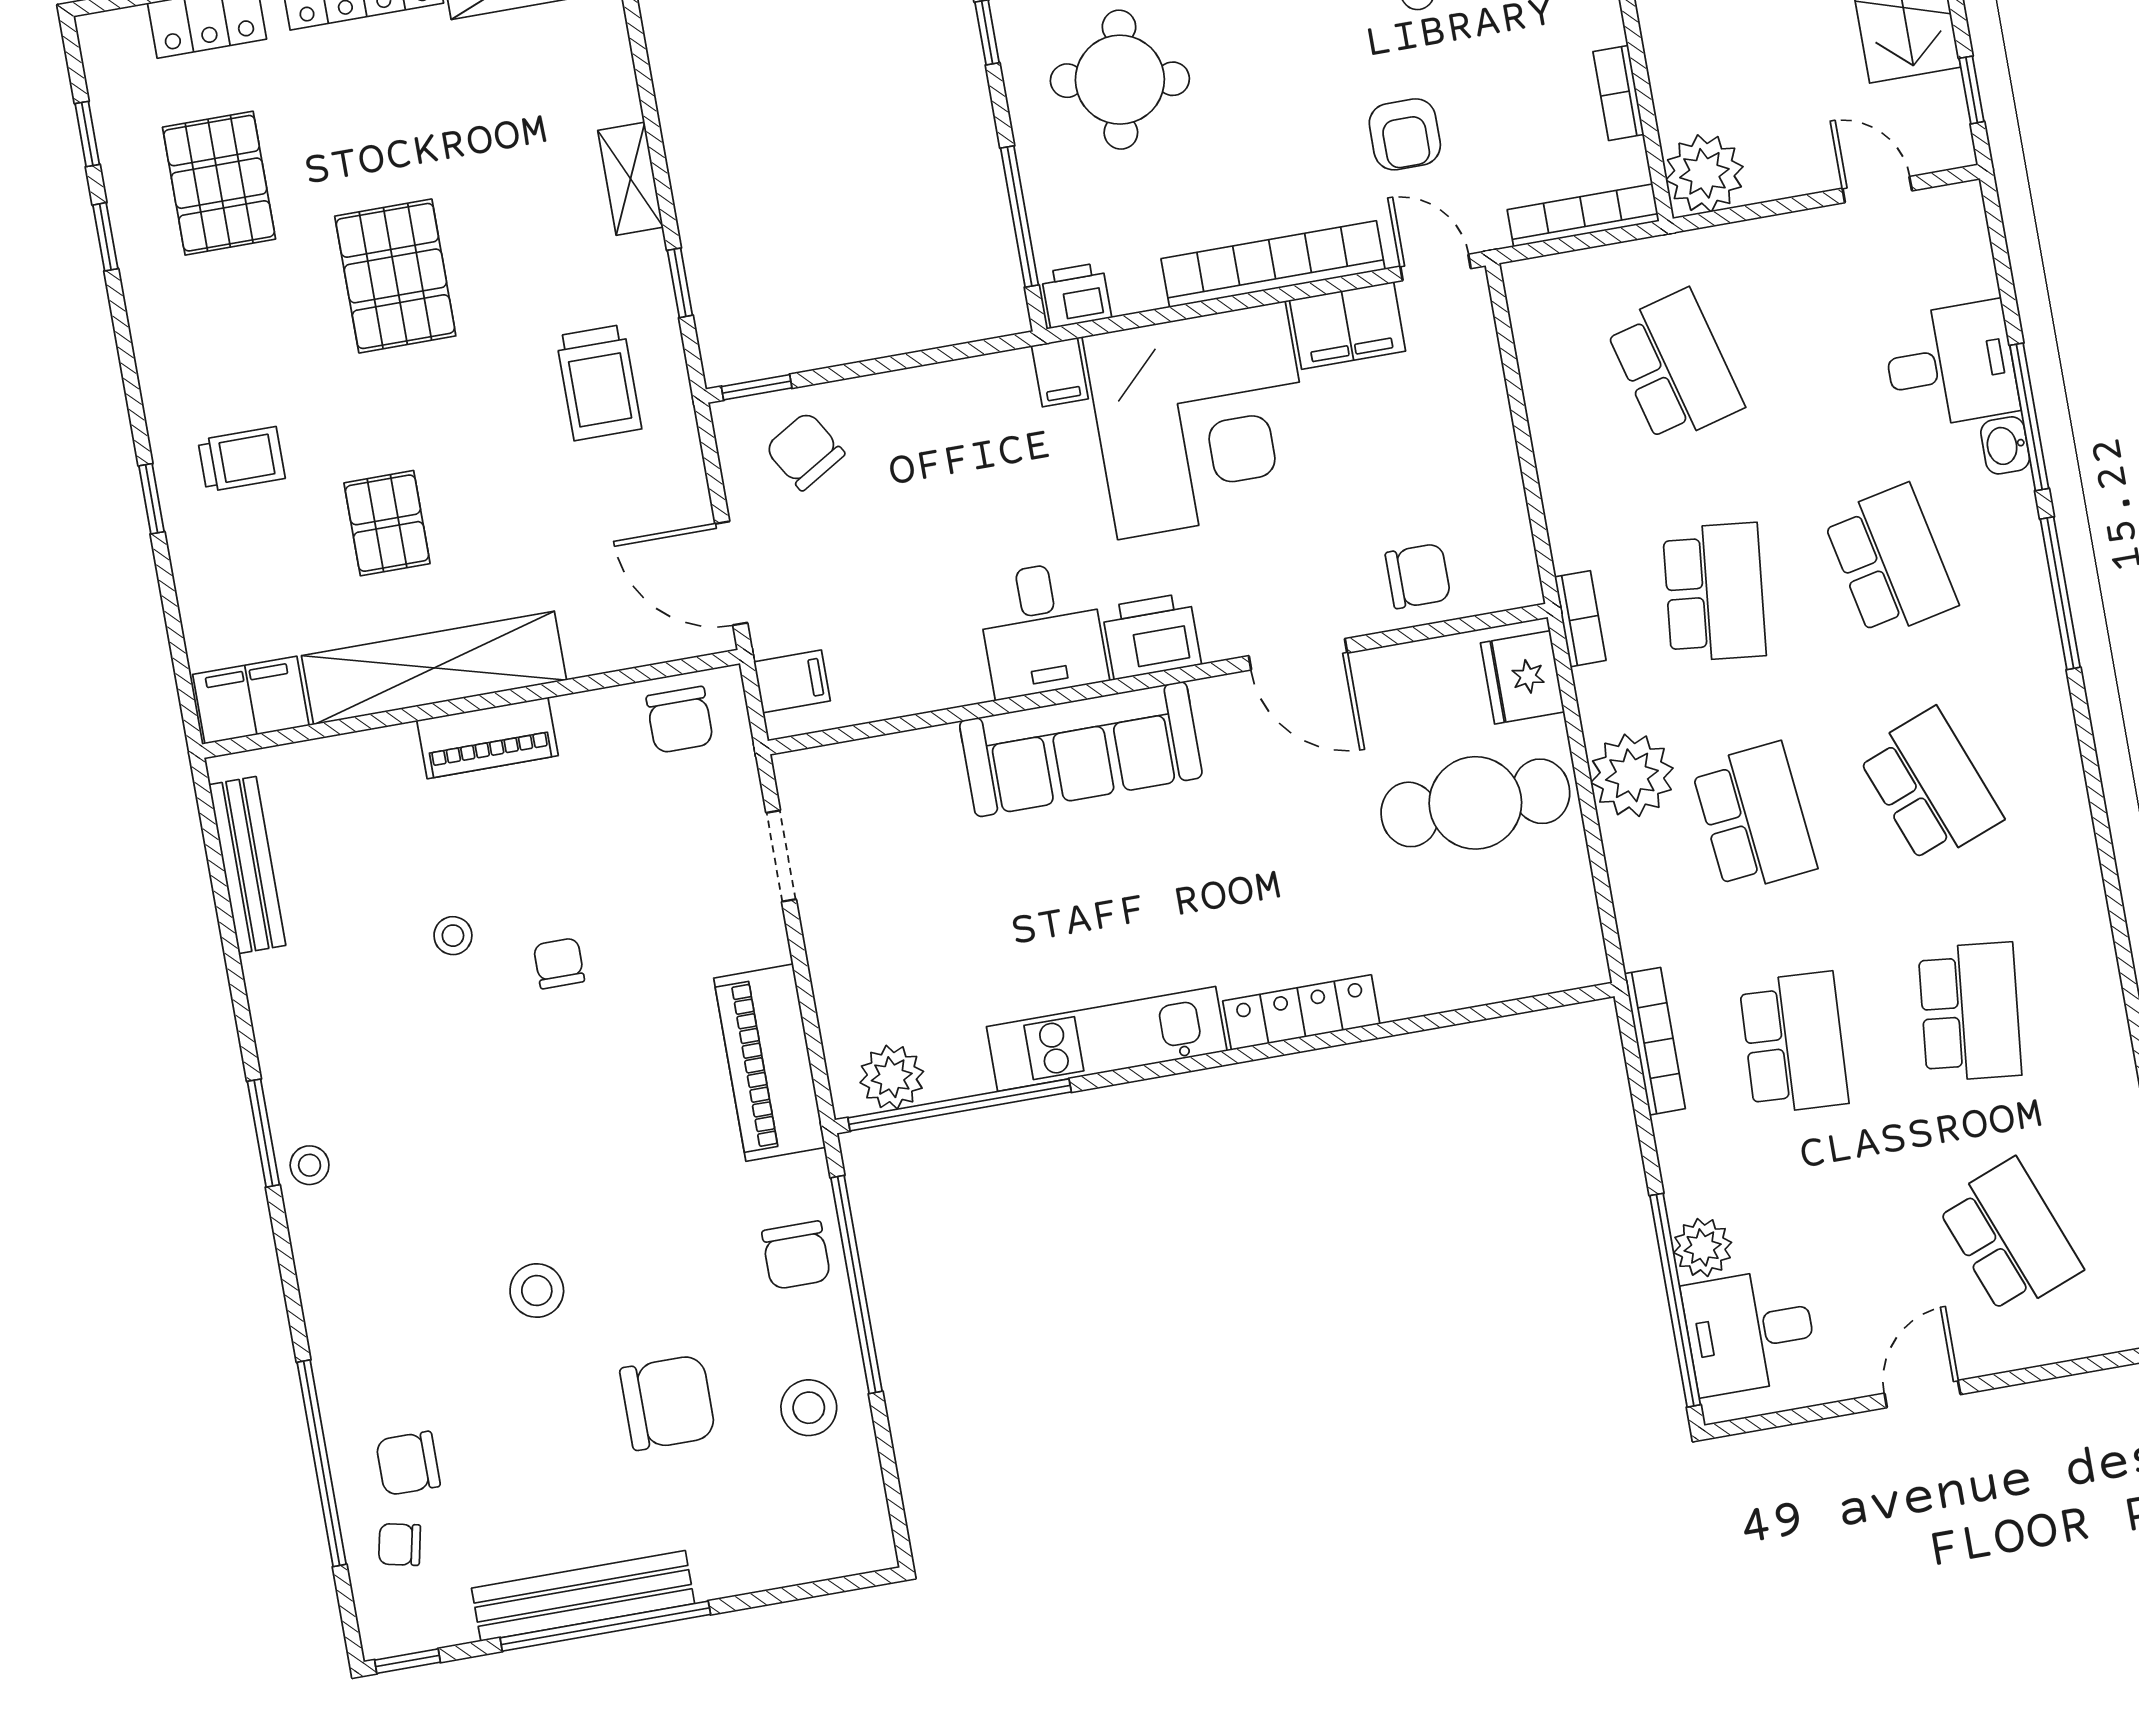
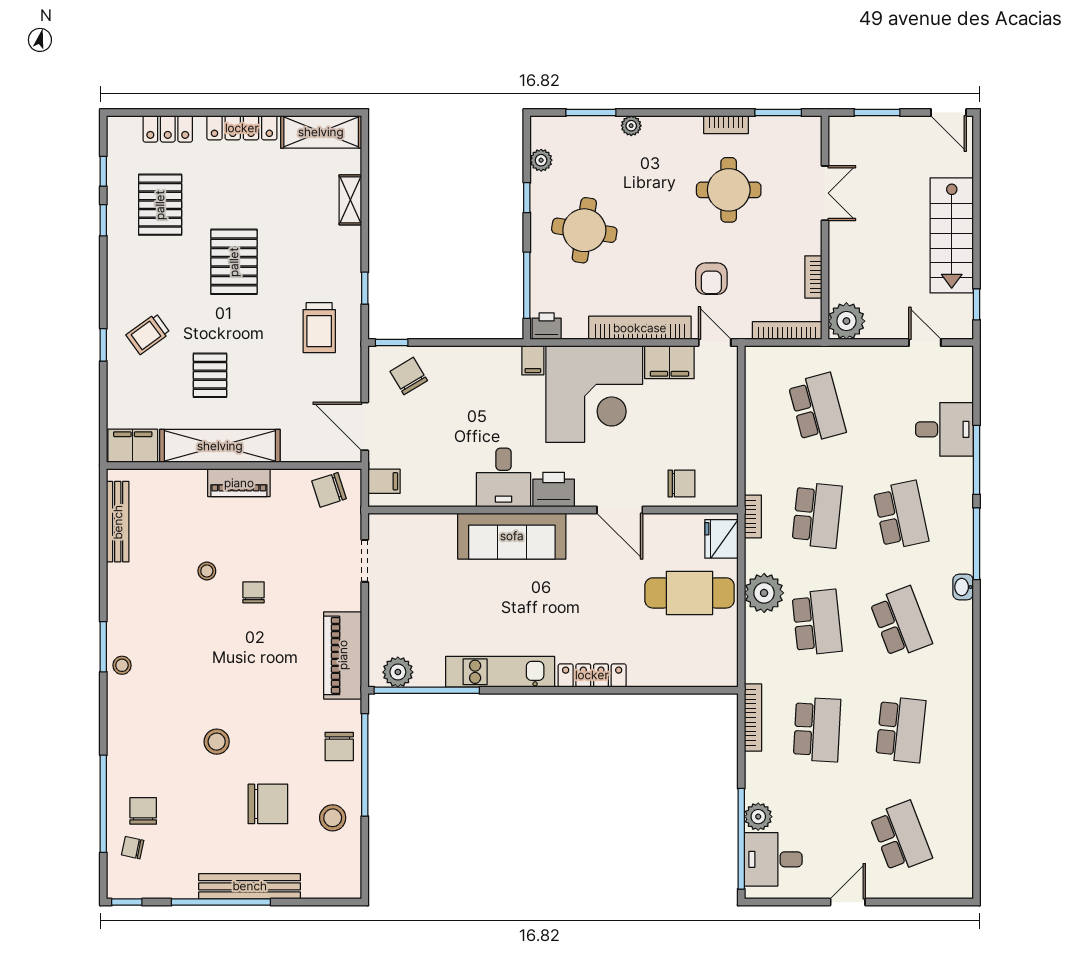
shelving: (630, 179) -> (350, 200), moved
washbasin: (2005, 445) -> (963, 587), moved
trolley: (241, 459) -> (148, 334), turned 144
chair: (680, 720) -> (329, 490), turned 72
chair: (408, 1463) -> (143, 811), turned 90
bench: (583, 1596) -> (250, 886), moved

